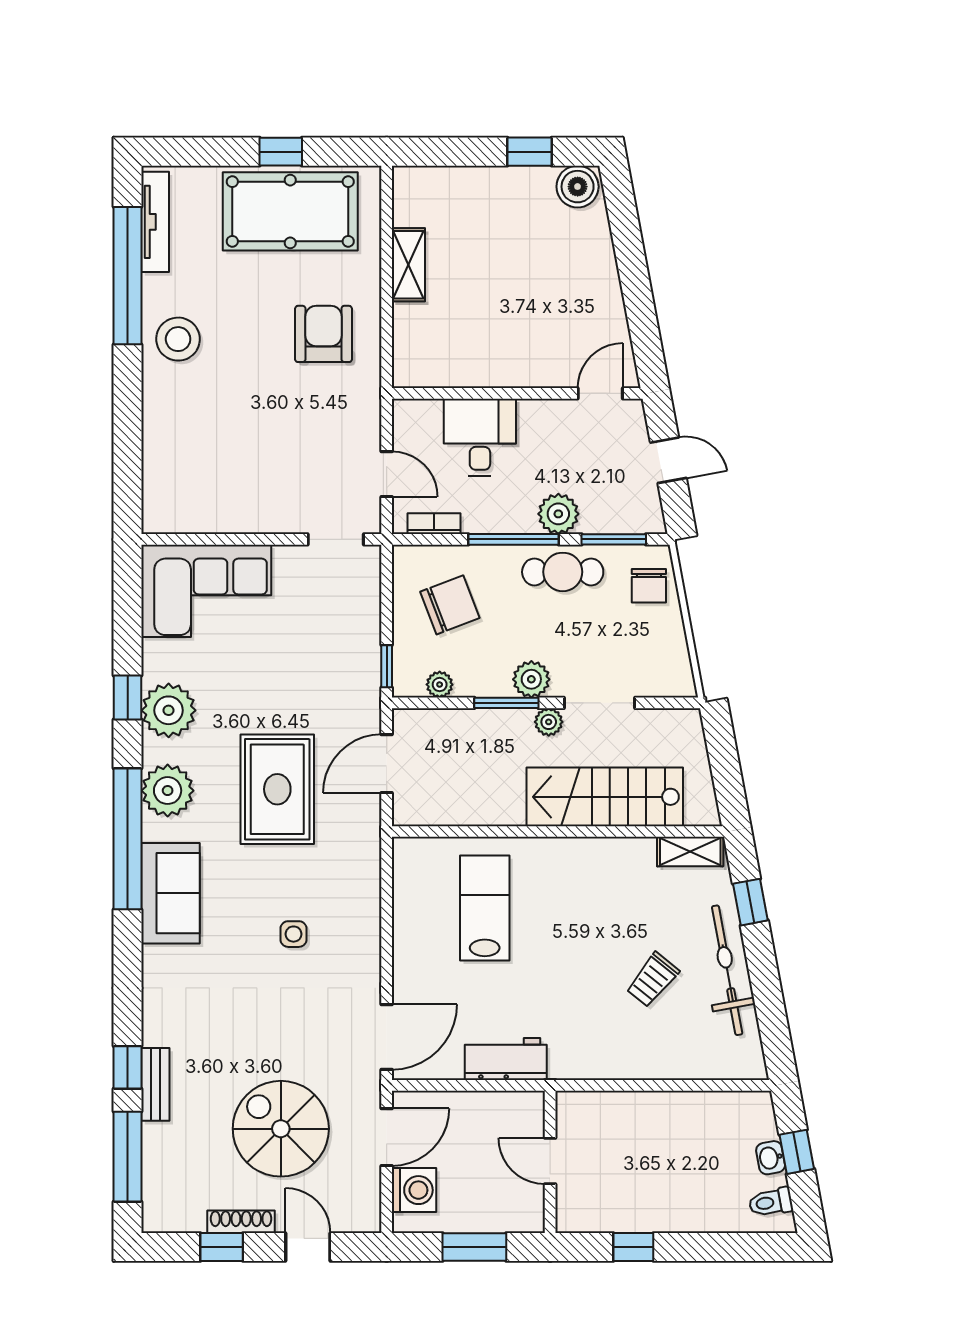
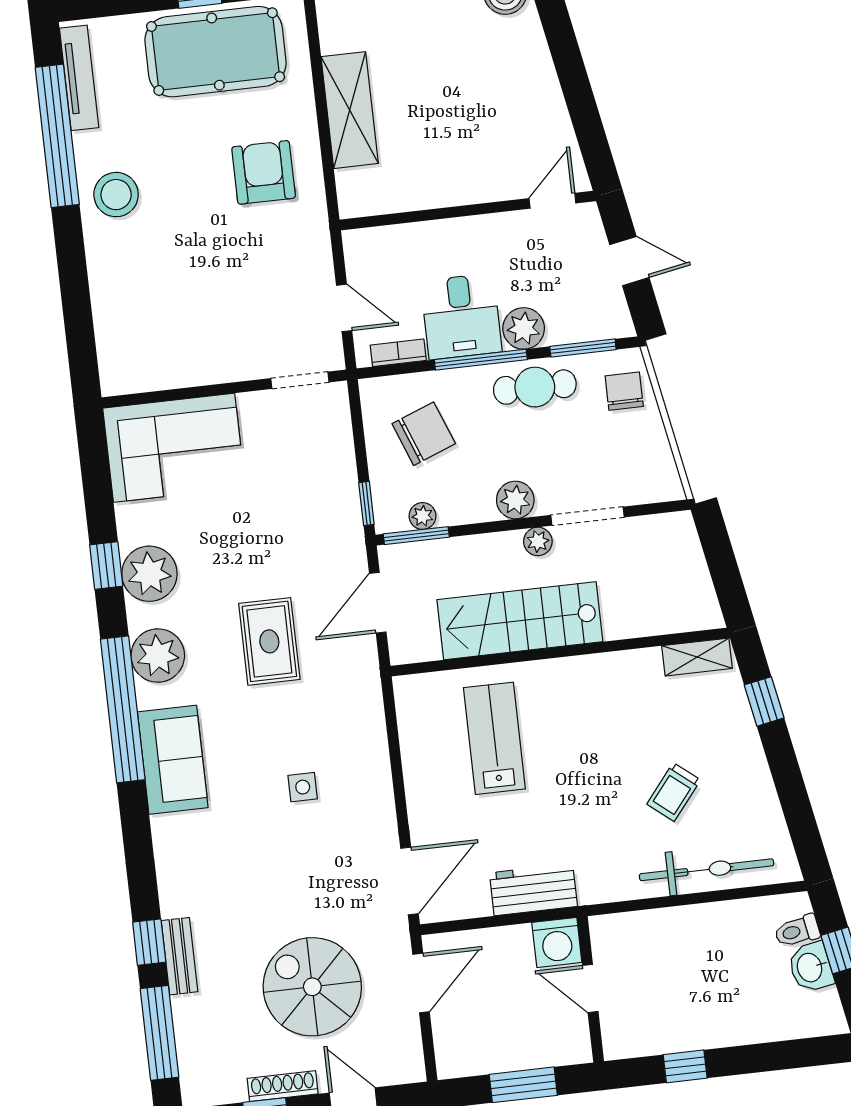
shelving: (408, 265) -> (350, 110), width x1.50, depth x1.33
desk: (480, 437) -> (461, 316), moved, turned 180
chair: (649, 586) -> (624, 391), turned 180
window: (506, 703) -> (416, 536), moved
rug: (277, 789) -> (269, 641), width x0.73, depth x0.70
stairs: (605, 797) -> (520, 621), moved
bicycle: (727, 970) -> (707, 870), moved, turned 101
washbasin: (771, 1158) -> (811, 967), width x1.38, depth x1.45
washing machine: (414, 1190) -> (557, 942), moved, turned 90
toilet: (771, 1202) -> (797, 931), moved

